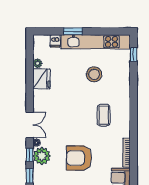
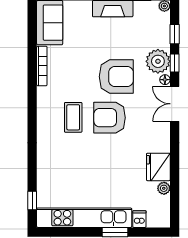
stool: (94, 74) -> (86, 173), removed
armchair: (77, 115) -> (110, 118), added
armchair: (79, 158) -> (116, 77), moved

